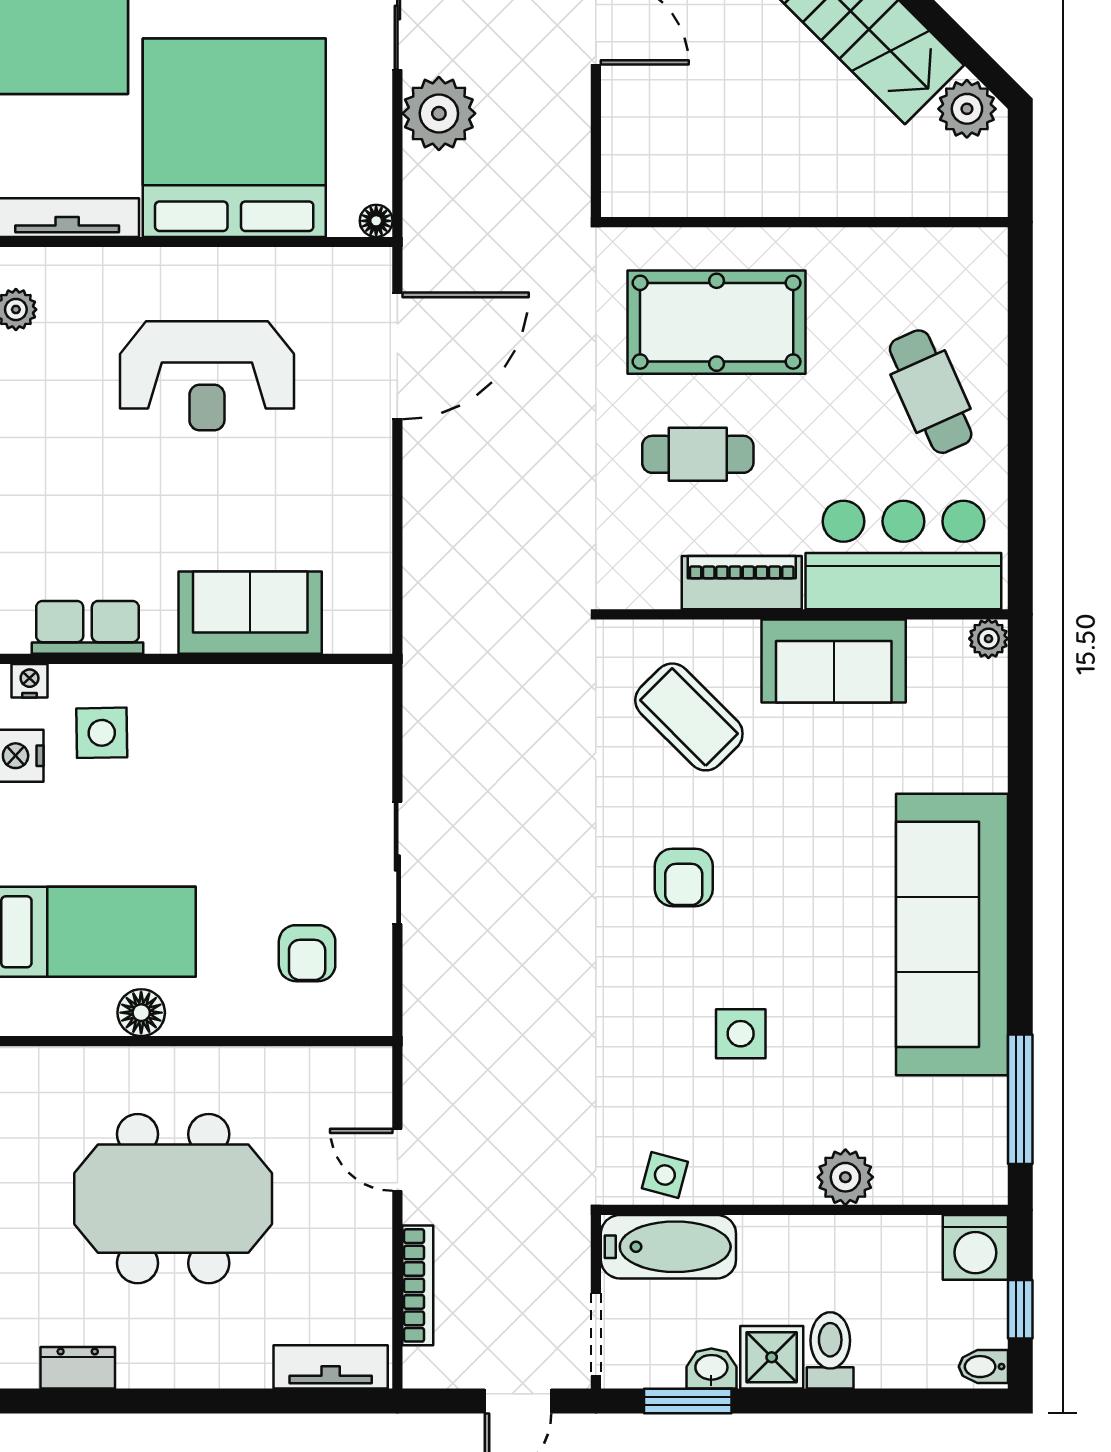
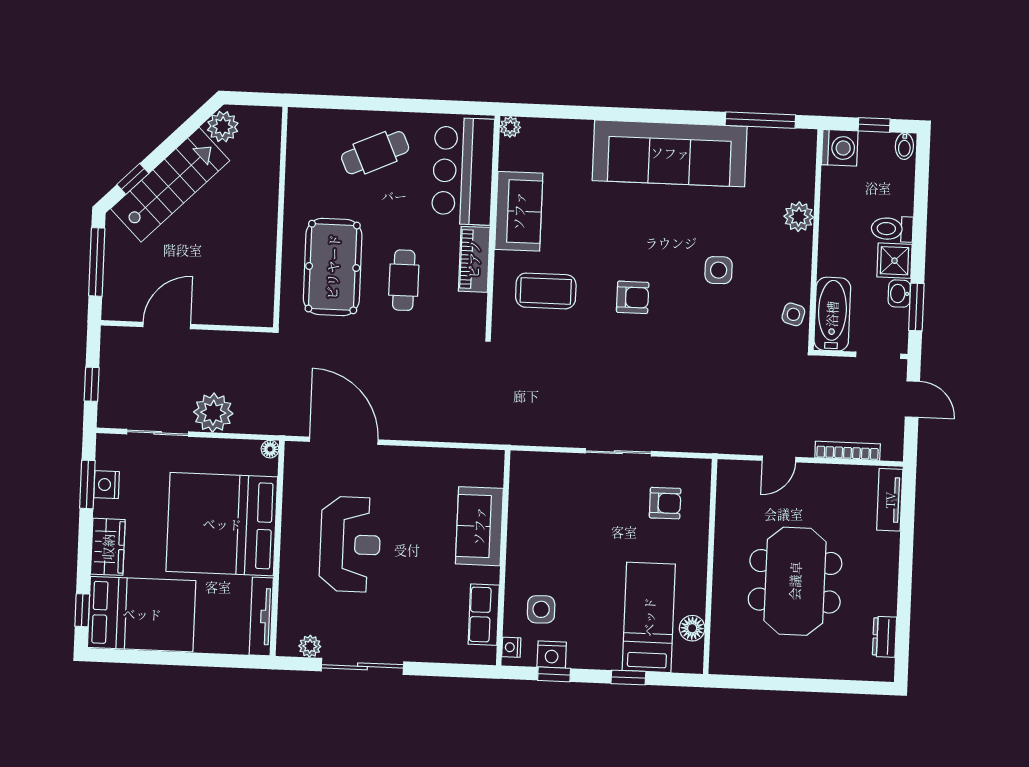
coffee table: (689, 717) -> (546, 291), turned 45
floor lamp: (141, 1013) -> (692, 628), moved

